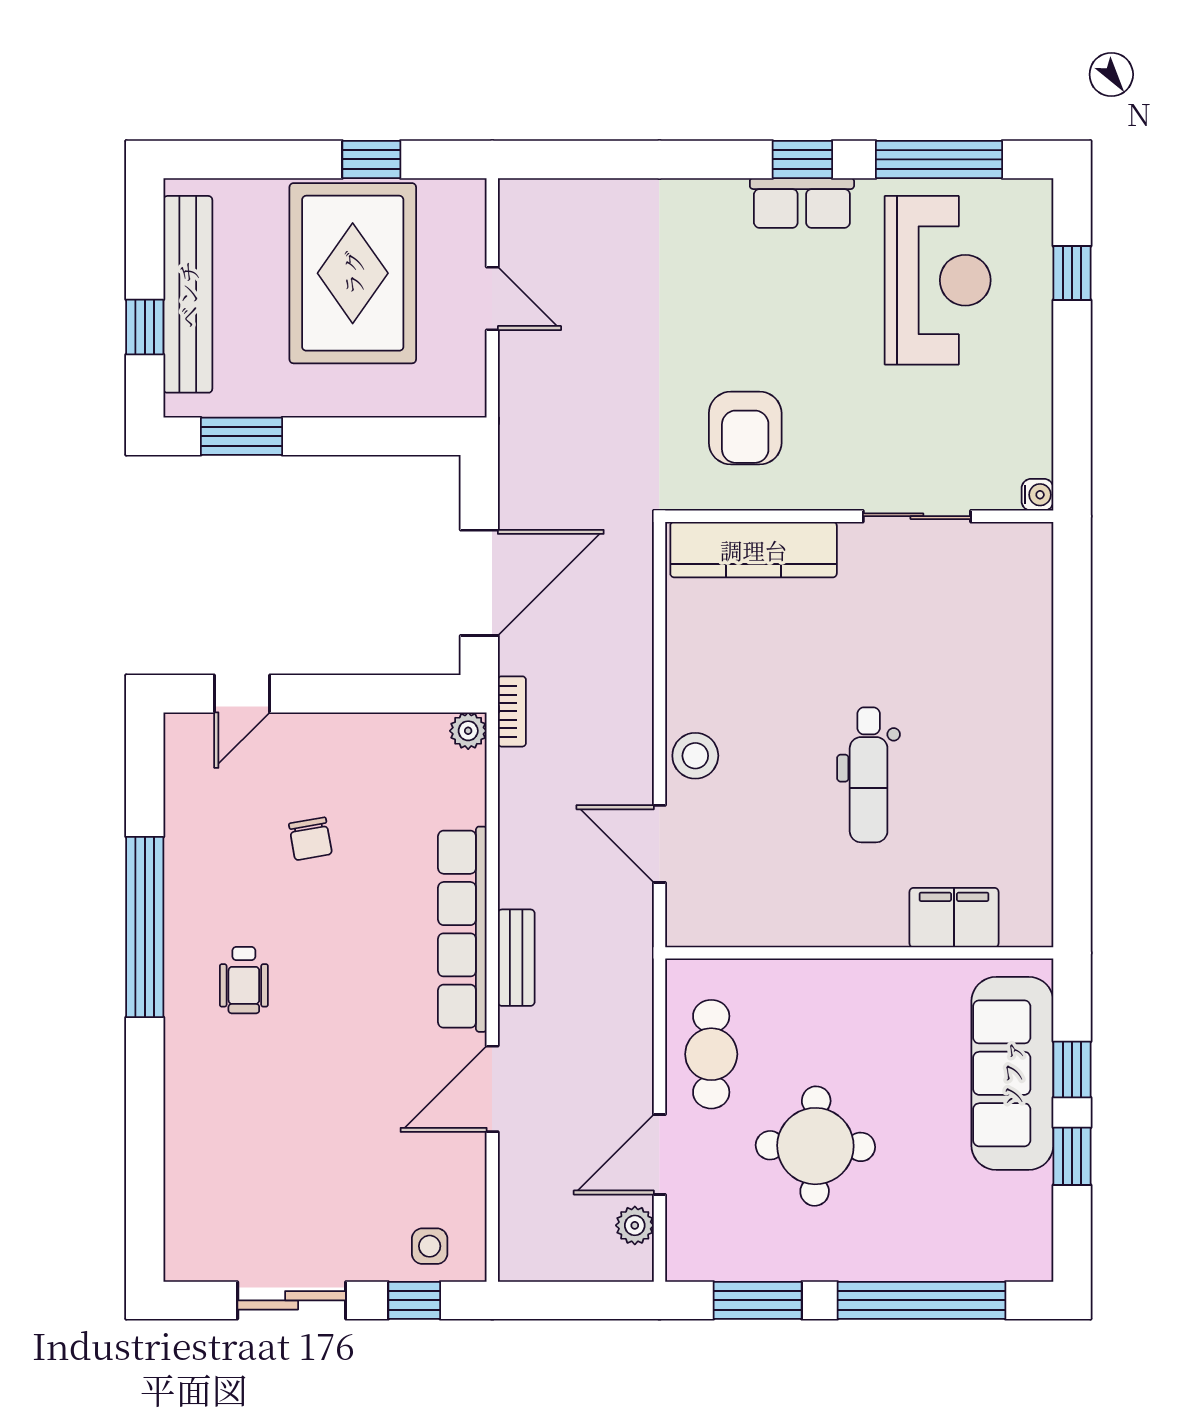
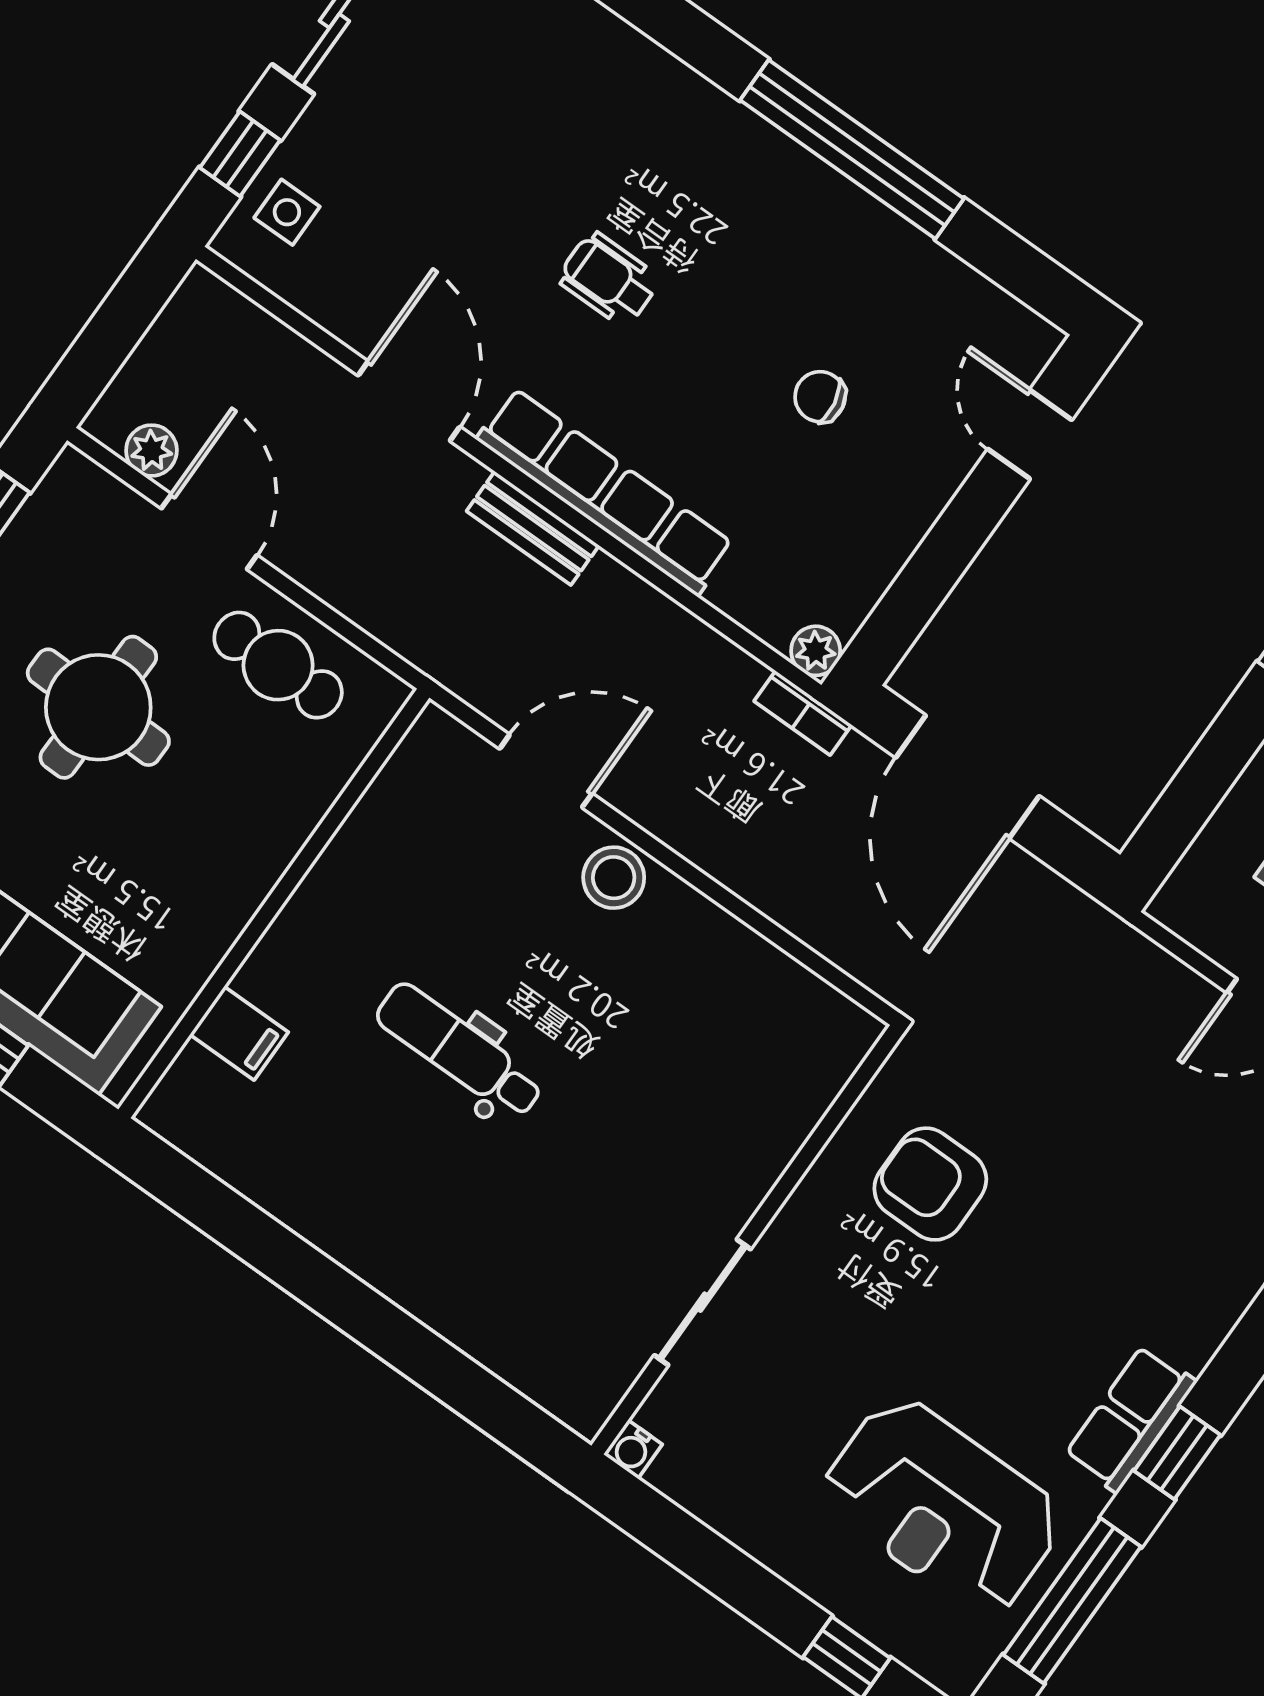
kitchen counter: (754, 550) -> (792, 1099), removed
filing cabinet: (954, 918) -> (239, 1033), width x0.50
wheelchair: (244, 980) -> (609, 279), moved

